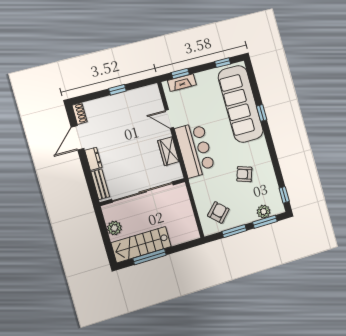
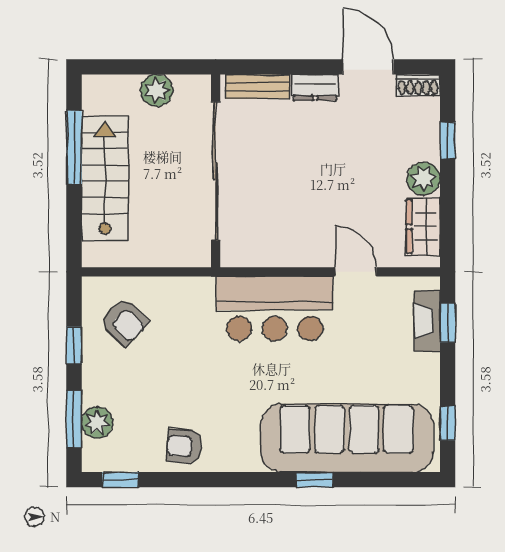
window: (117, 90) -> (448, 141), moved
plant: (120, 100) -> (424, 179), added
door: (169, 119) -> (356, 272), hinge flipped
wardrobe: (168, 151) -> (423, 227), moved, turned -90
armchair: (244, 174) -> (184, 446), moved, turned -105
window: (234, 231) -> (74, 345), width x0.67
stairs: (141, 245) -> (105, 179), moved

